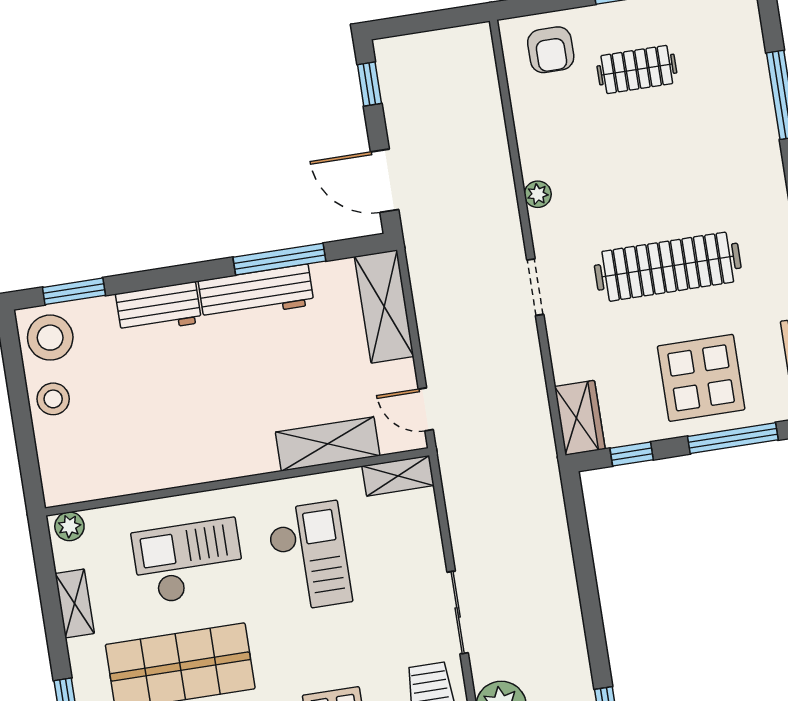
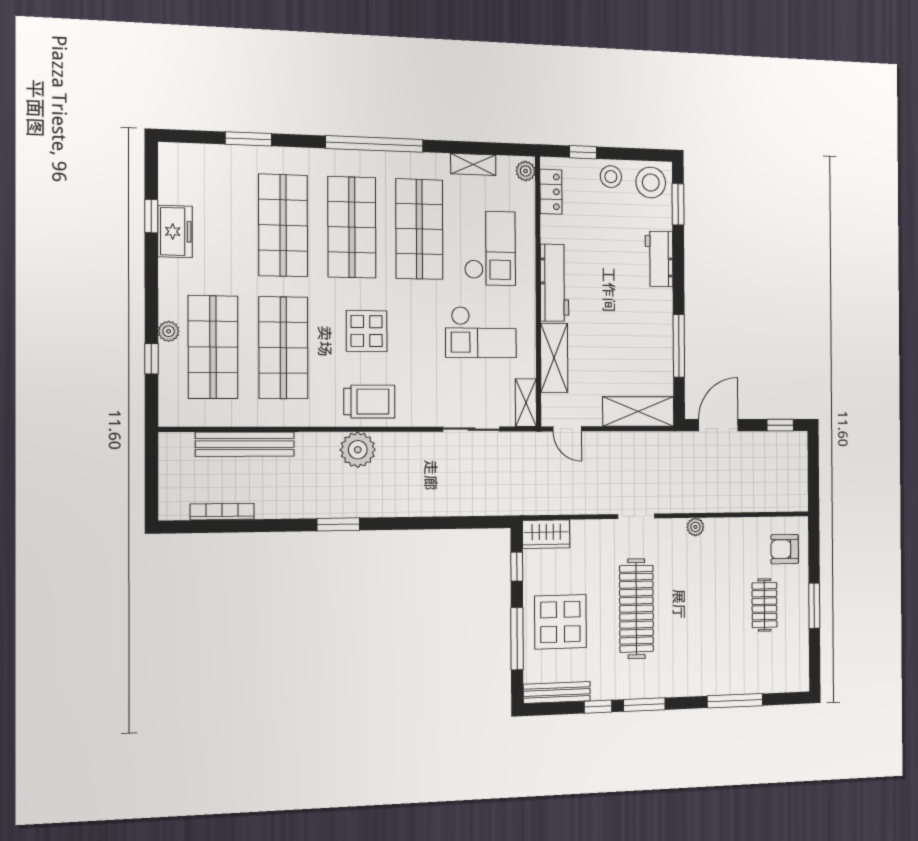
workbench: (256, 293) -> (554, 283), moved, turned 180
door: (426, 409) -> (567, 429), swing flipped
window: (26, 446) -> (583, 152), added
locker: (92, 485) -> (551, 192), added
sliding door: (458, 612) -> (472, 429), moved

